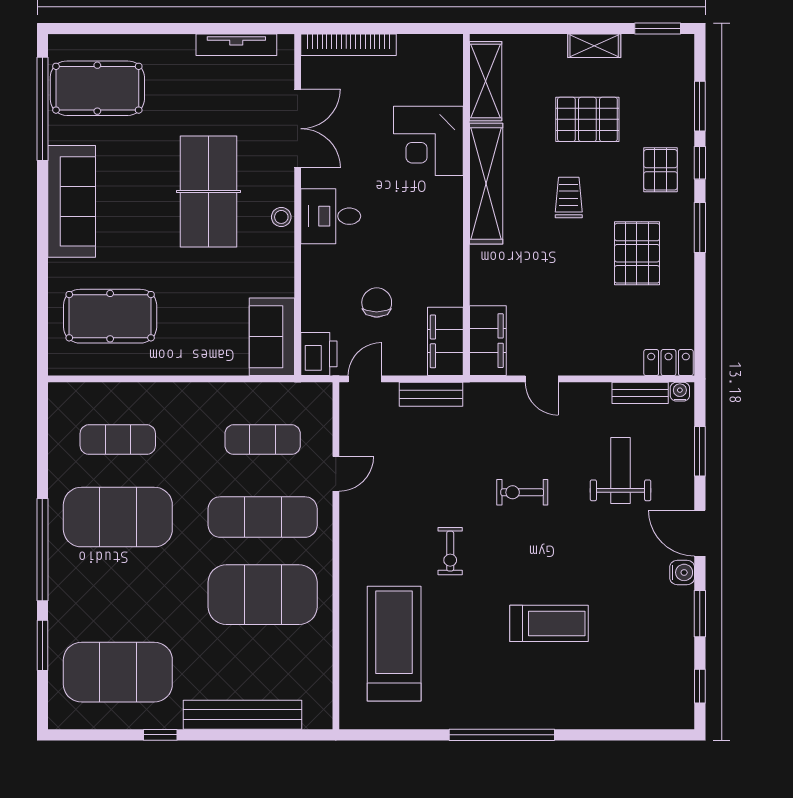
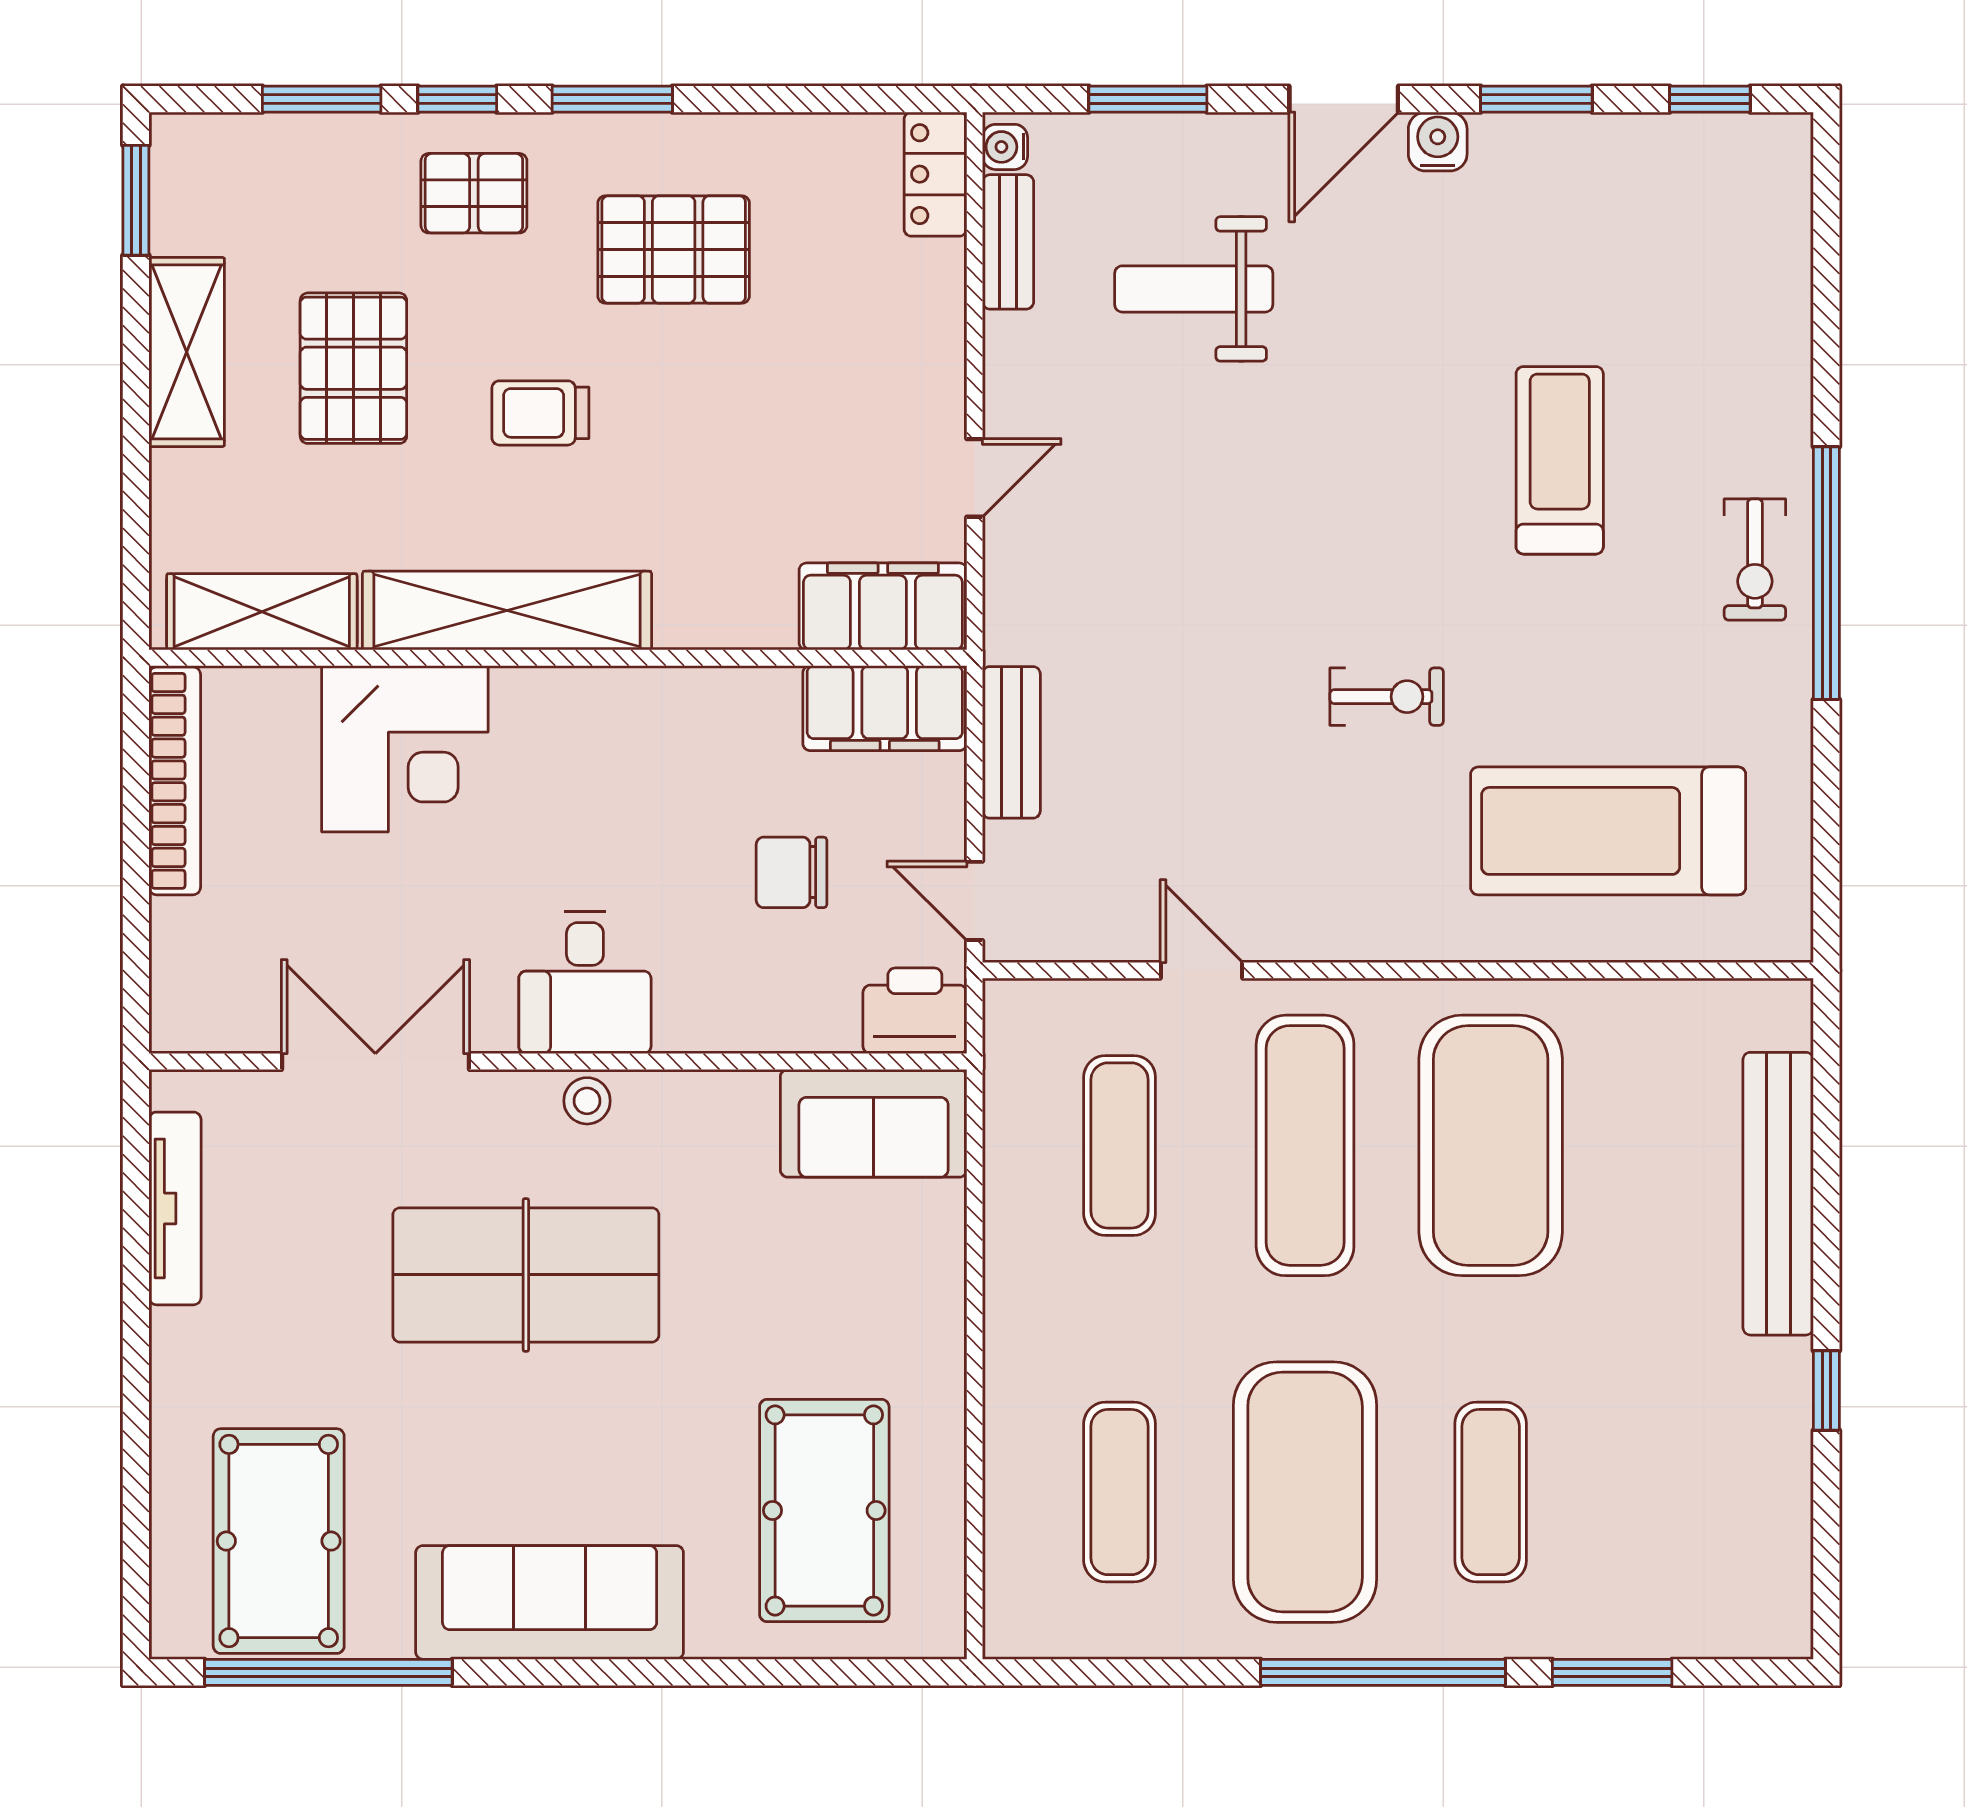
bookcase: (349, 45) -> (175, 781), moved
shelving: (594, 46) -> (187, 352), width x1.50, depth x1.33
exercise bike: (522, 492) -> (1755, 559), moved
exercise mat: (118, 672) -> (1491, 1492), moved, width x0.50, depth x0.69

